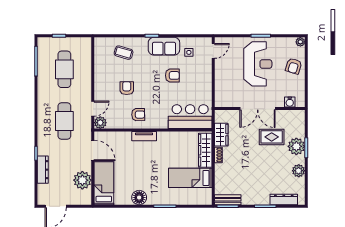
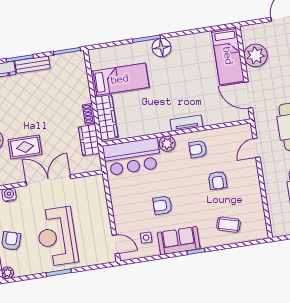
door: (213, 51) -> (116, 244), swing flipped
plant: (100, 123) -> (167, 144), moved
floor lamp: (139, 198) -> (162, 48), moved
bench: (228, 200) -> (32, 65), moved

